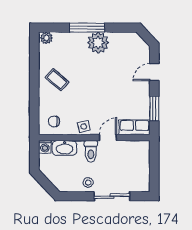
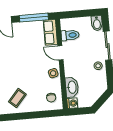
window: (154, 108) -> (34, 18), width x1.44
toilet: (91, 151) -> (70, 35), moved
bidet: (141, 186) -> (97, 23), added

